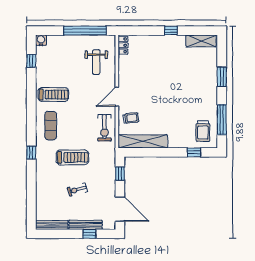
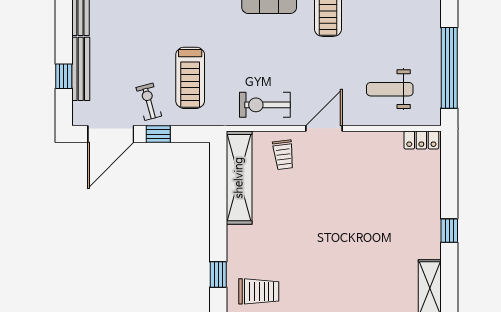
door: (117, 97) -> (324, 128), hinge flipped
trolley: (203, 131) -> (259, 291), turned 180
treadmill: (72, 157) -> (190, 78), moved
window: (120, 174) -> (158, 134), moved
exercise bike: (77, 190) -> (149, 102), moved

